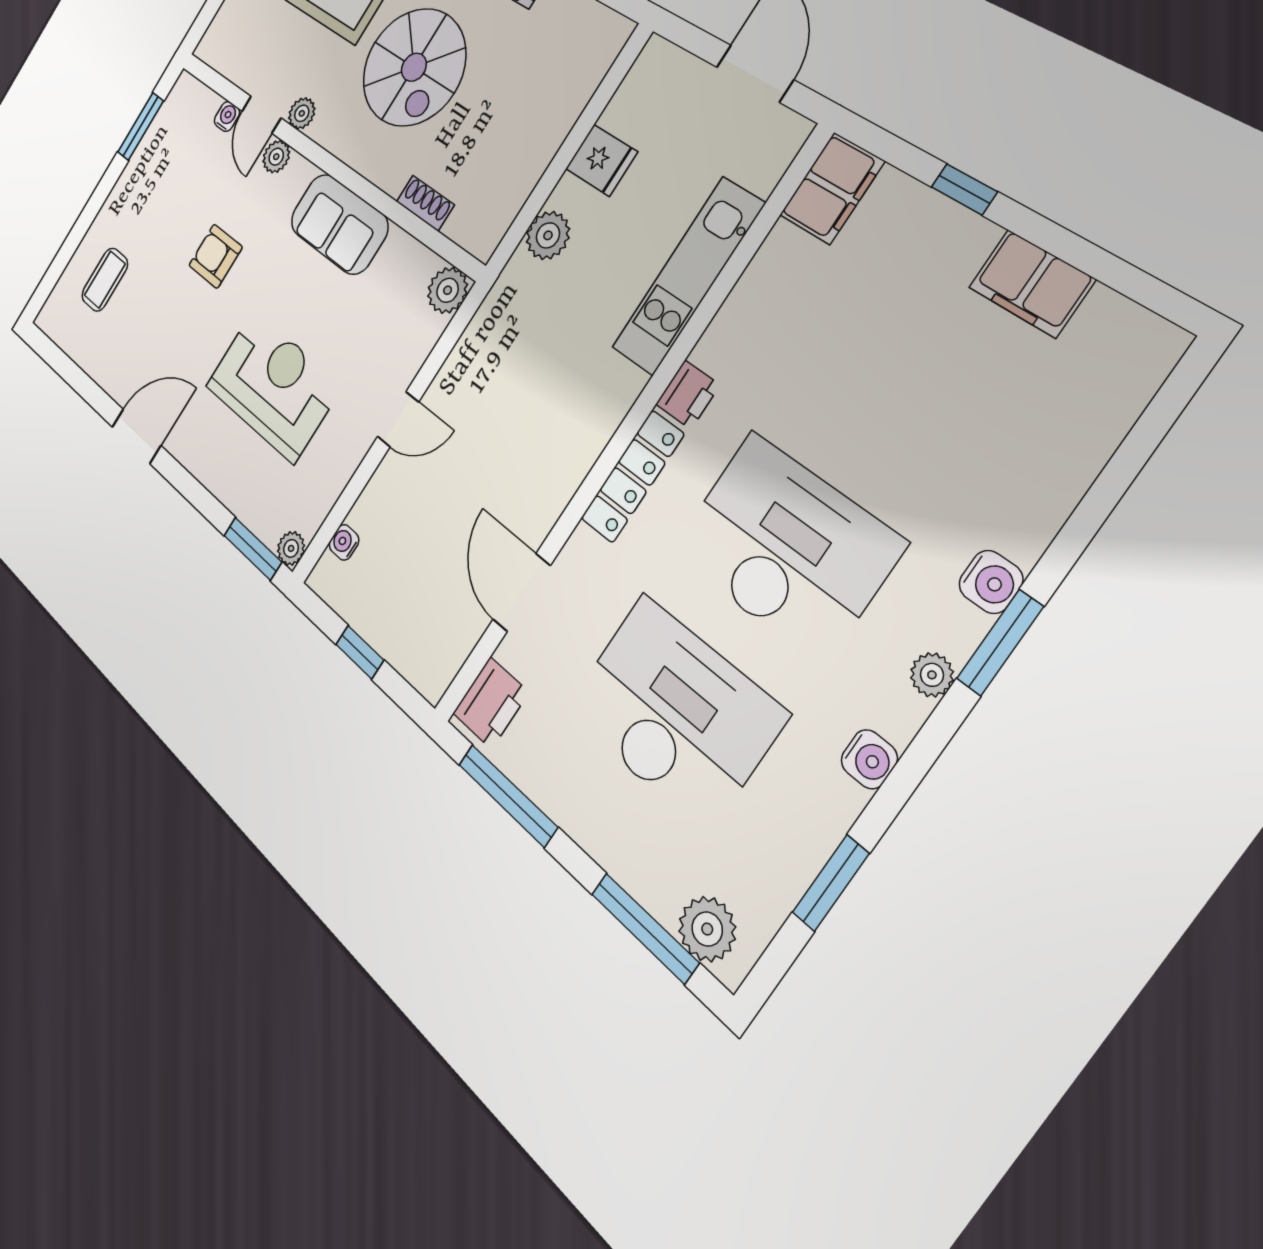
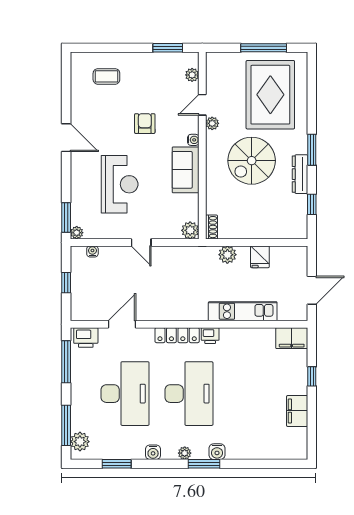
water cooler: (227, 116) -> (193, 140), moved
plant: (276, 157) -> (192, 75), moved
shoe rack: (425, 203) -> (211, 227), moved

